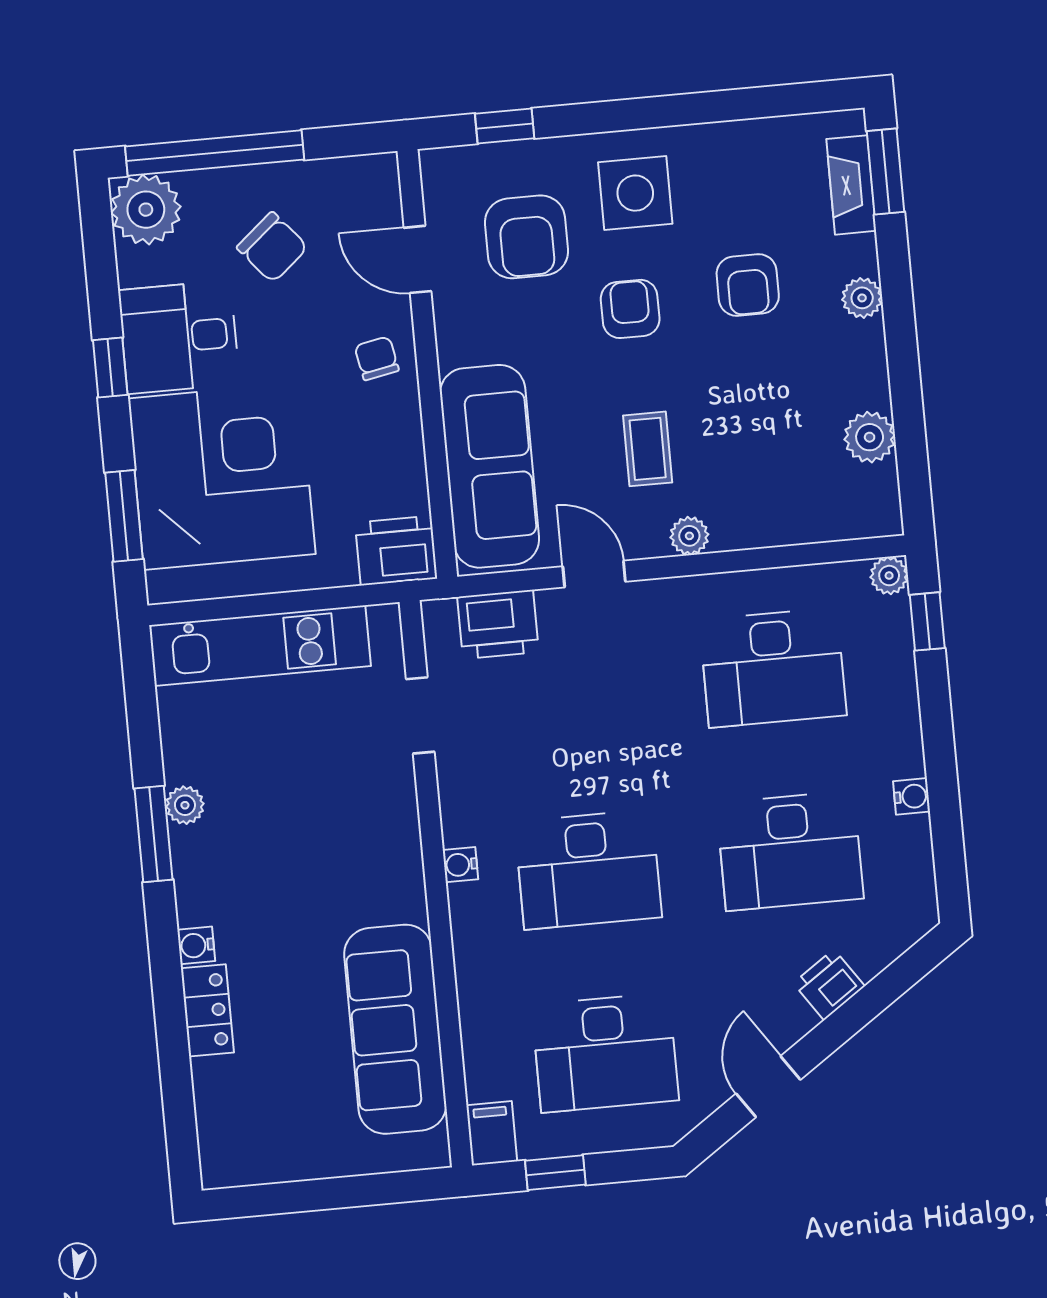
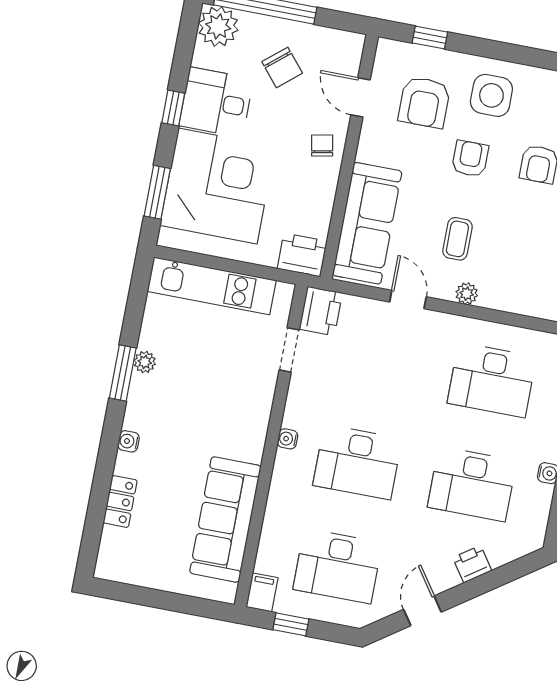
printer: (498, 624) -> (321, 311), moved, turned -90
locker: (207, 1010) -> (120, 501), moved

